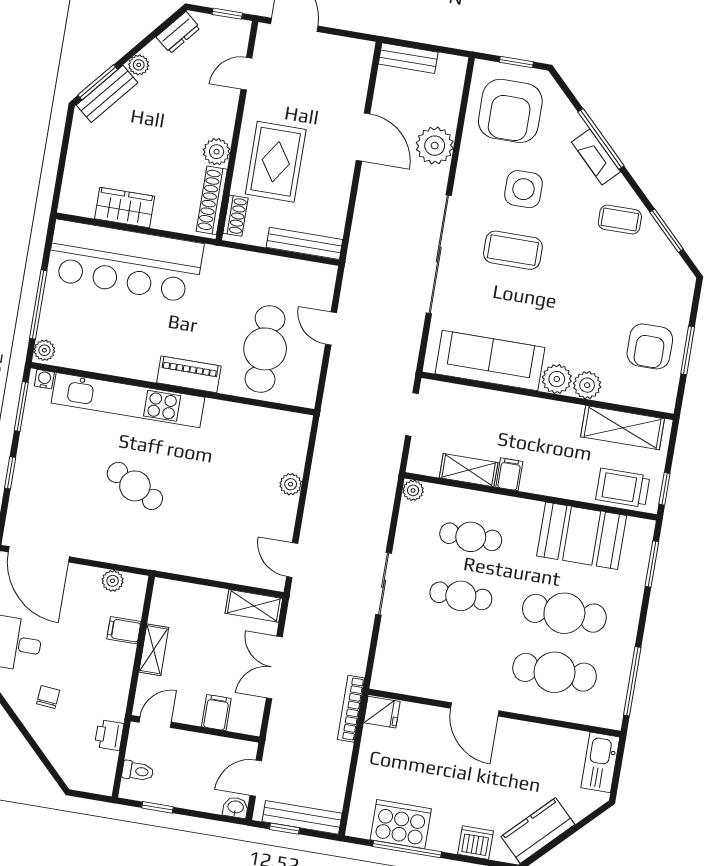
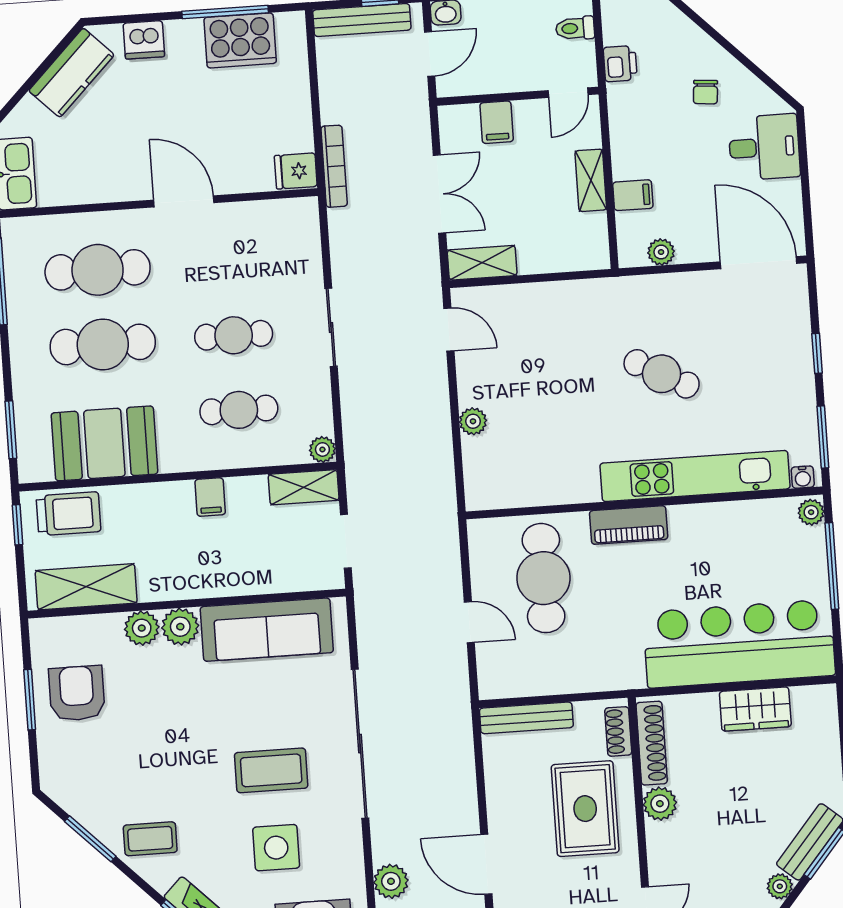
plant: (435, 146) -> (391, 881), width x0.73, depth x0.73
shelving: (469, 470) -> (304, 487), moved

